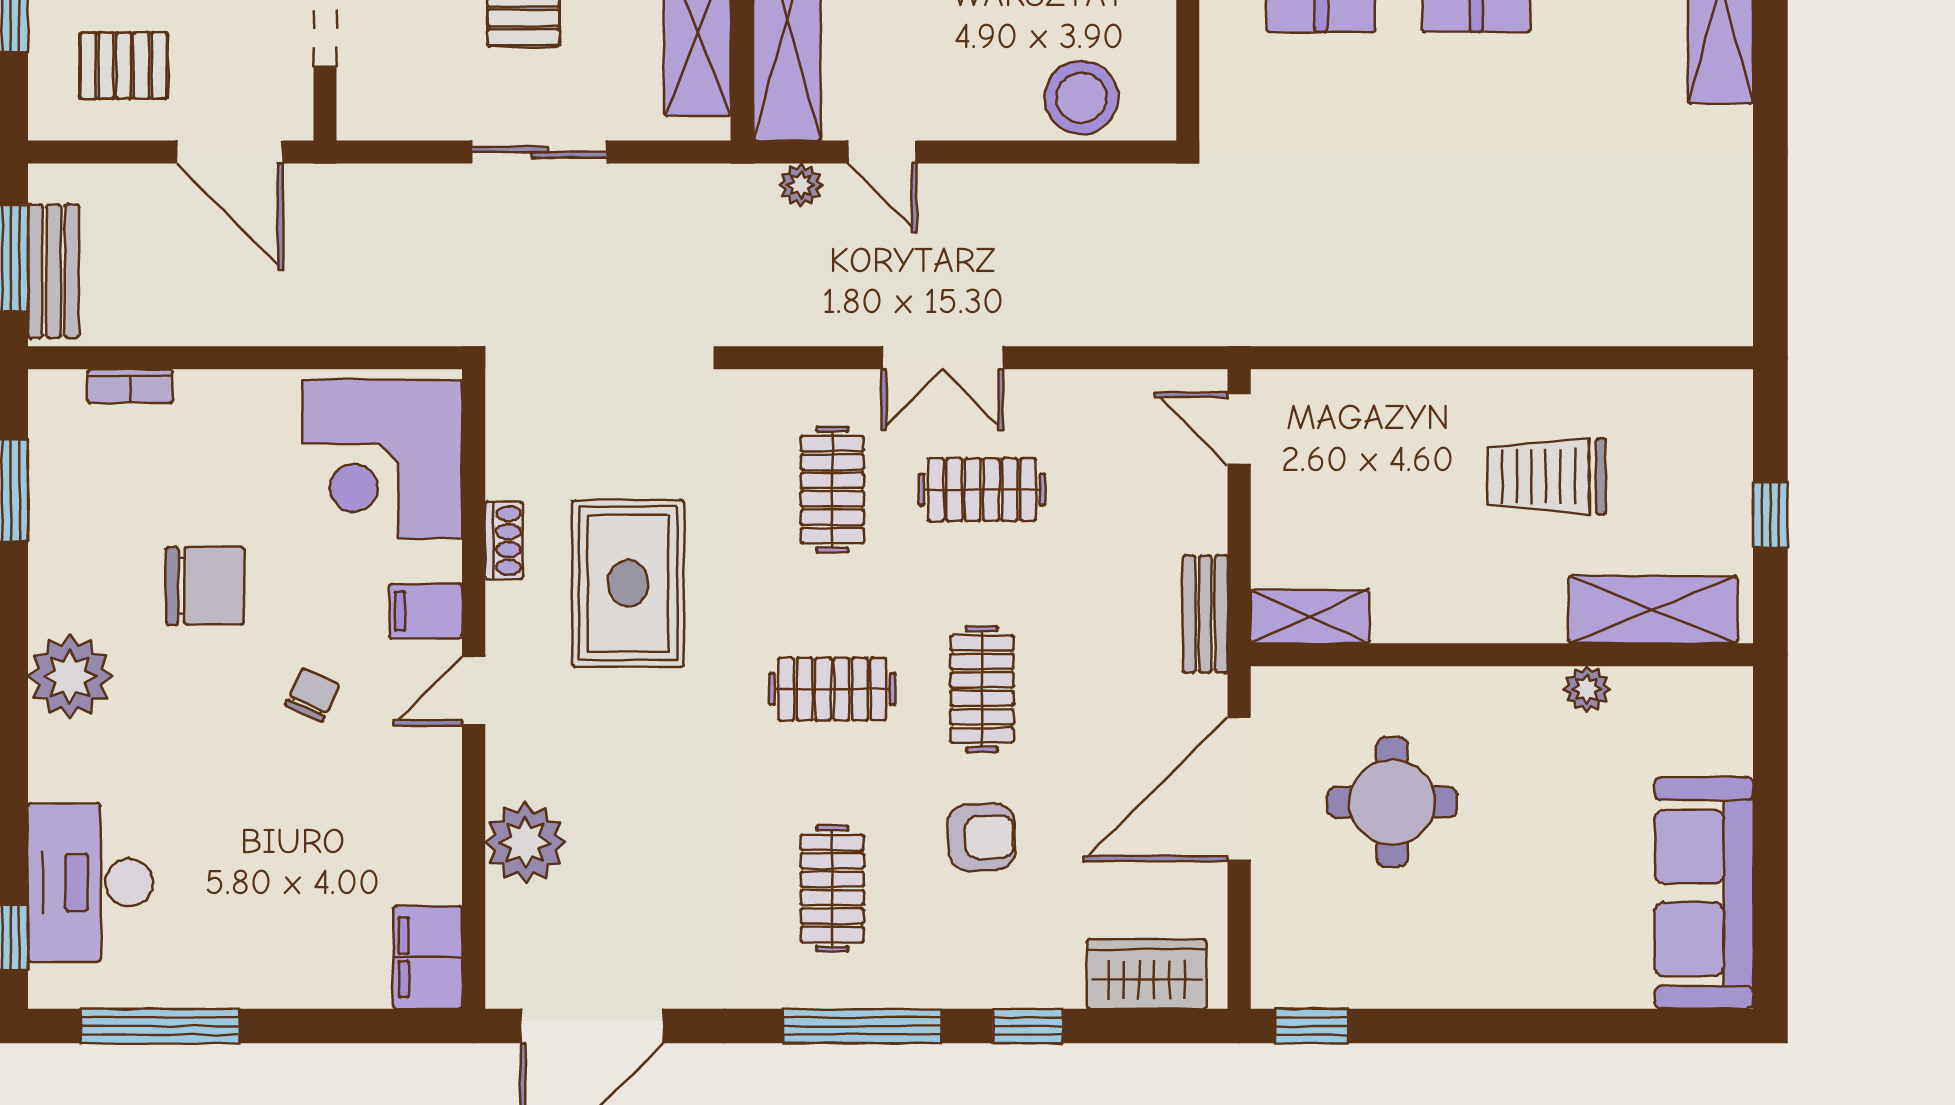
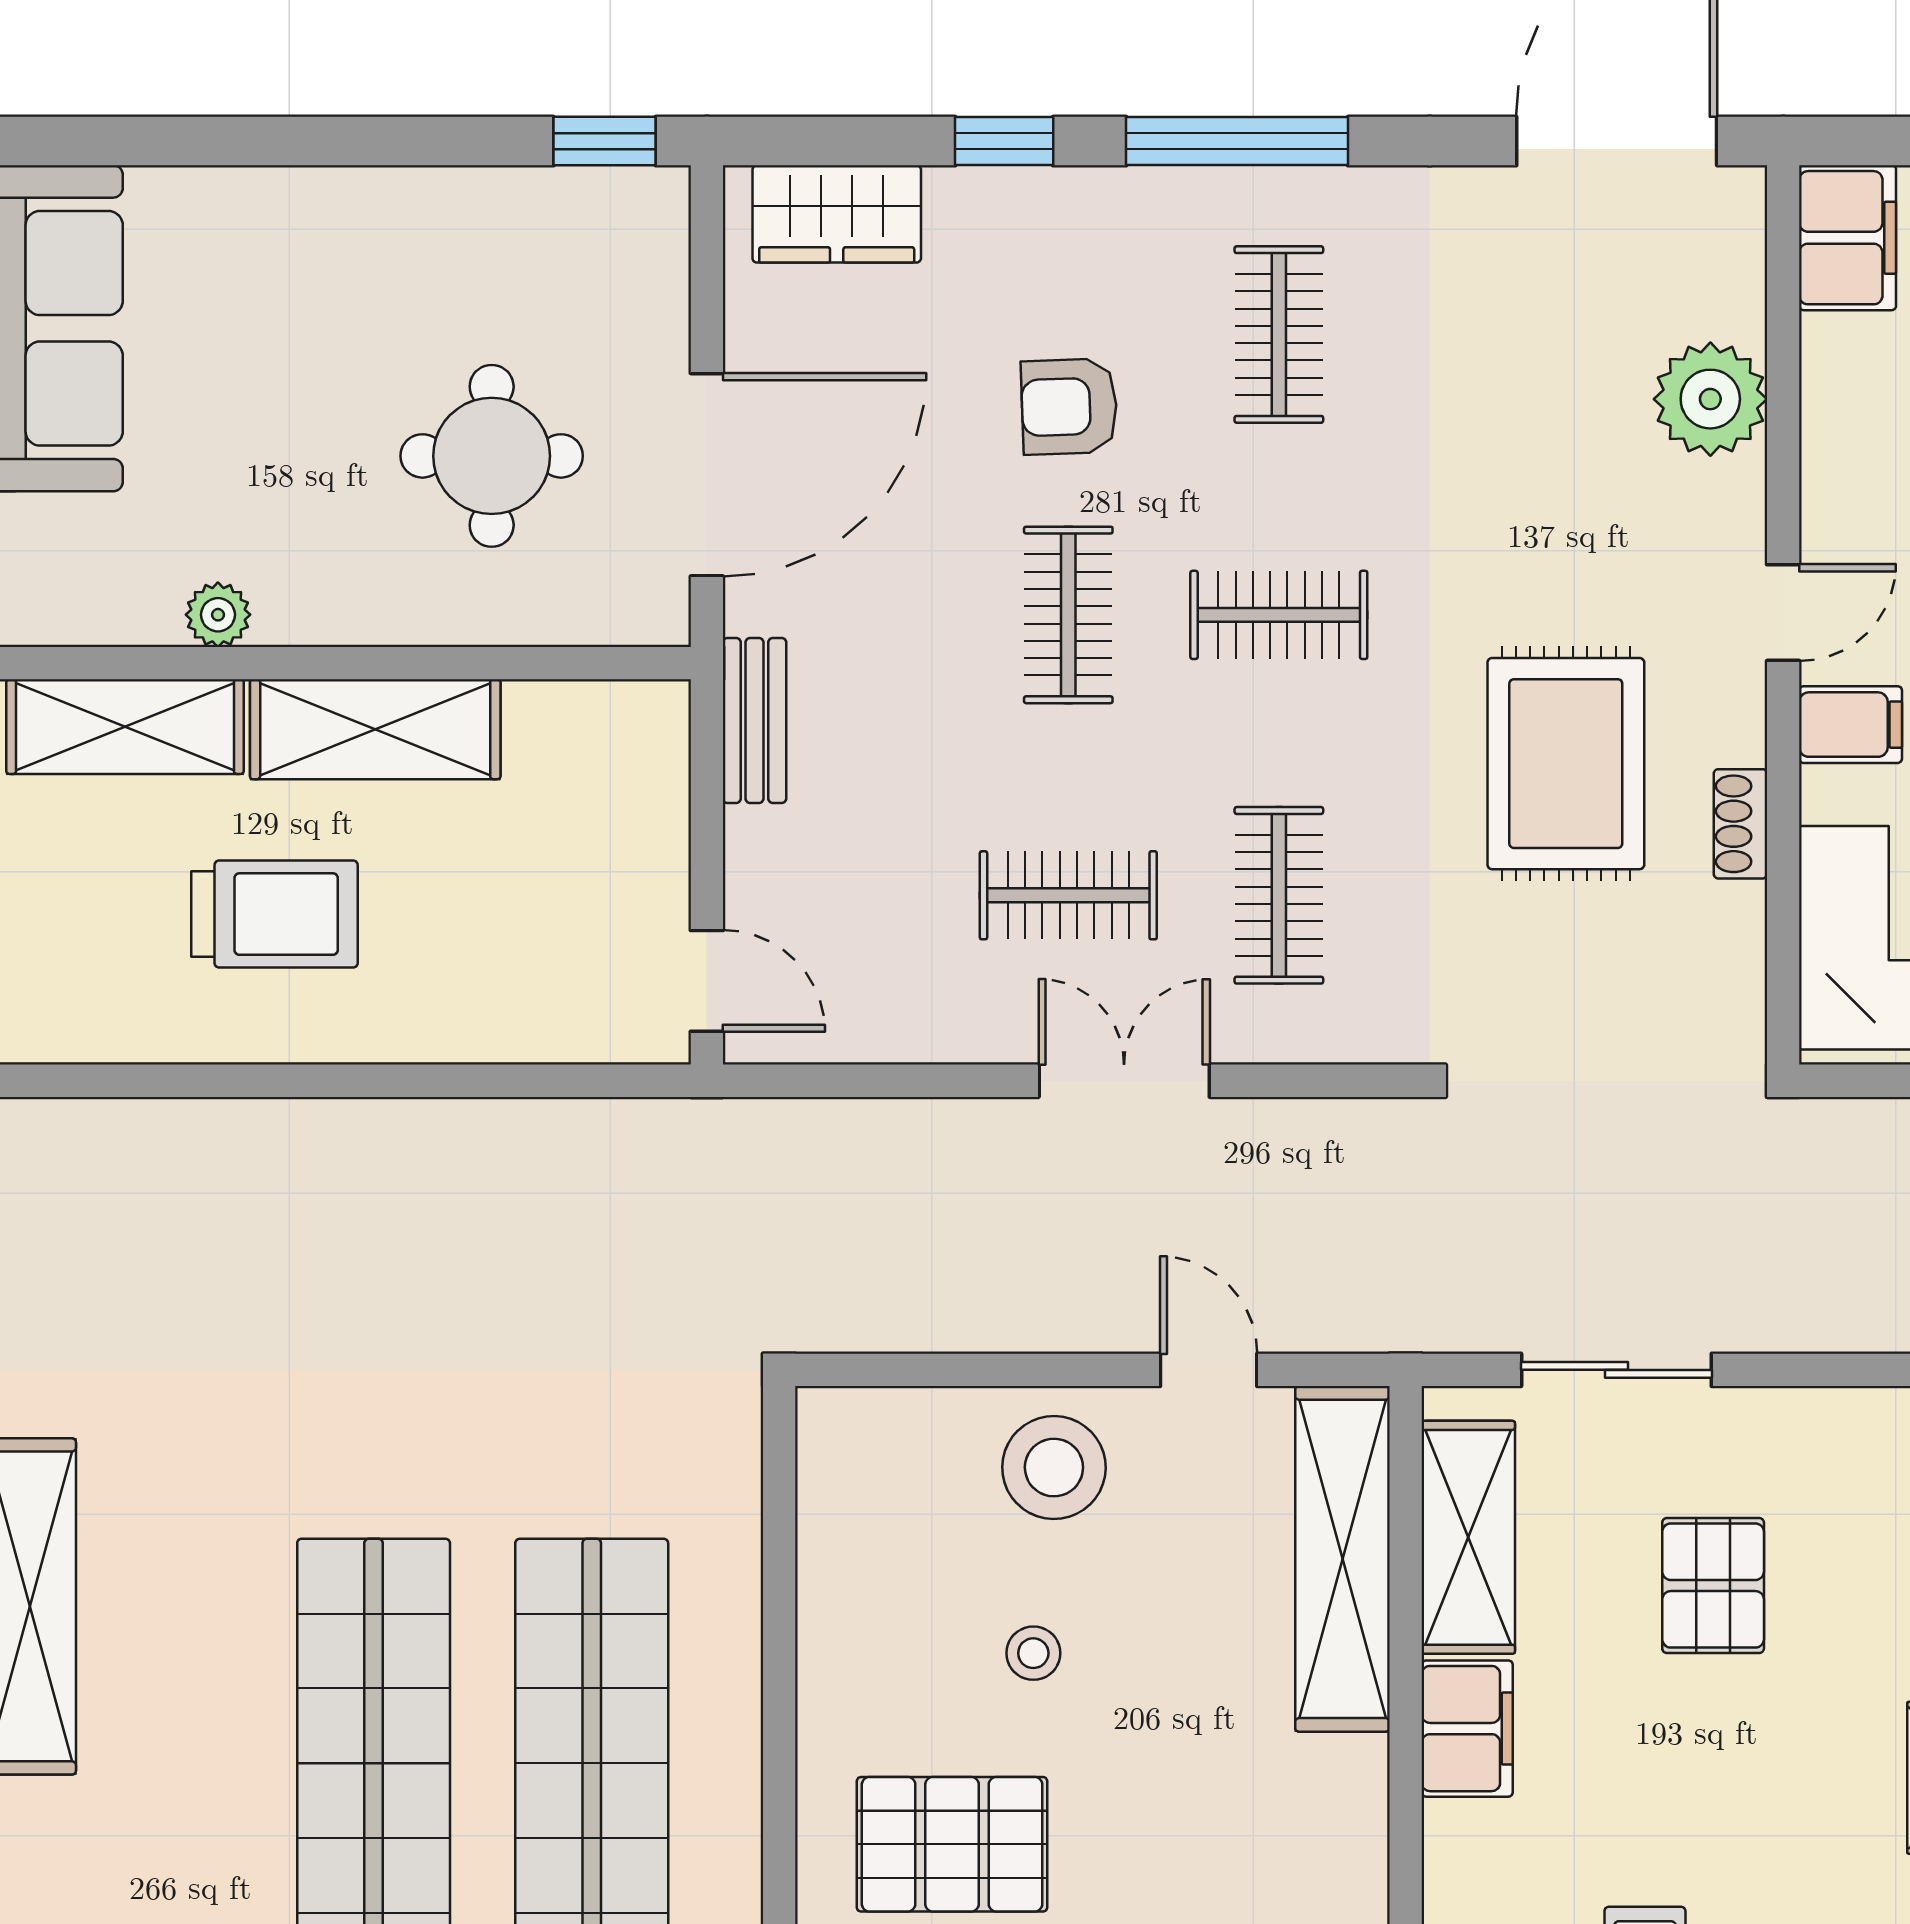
stool: (1081, 98) -> (1054, 1468), moved
sliding door: (539, 152) -> (1616, 1370), moved
plant: (801, 185) -> (1323, 1324), removed
shelving: (1310, 617) -> (375, 729), moved, width x1.50, depth x1.33

